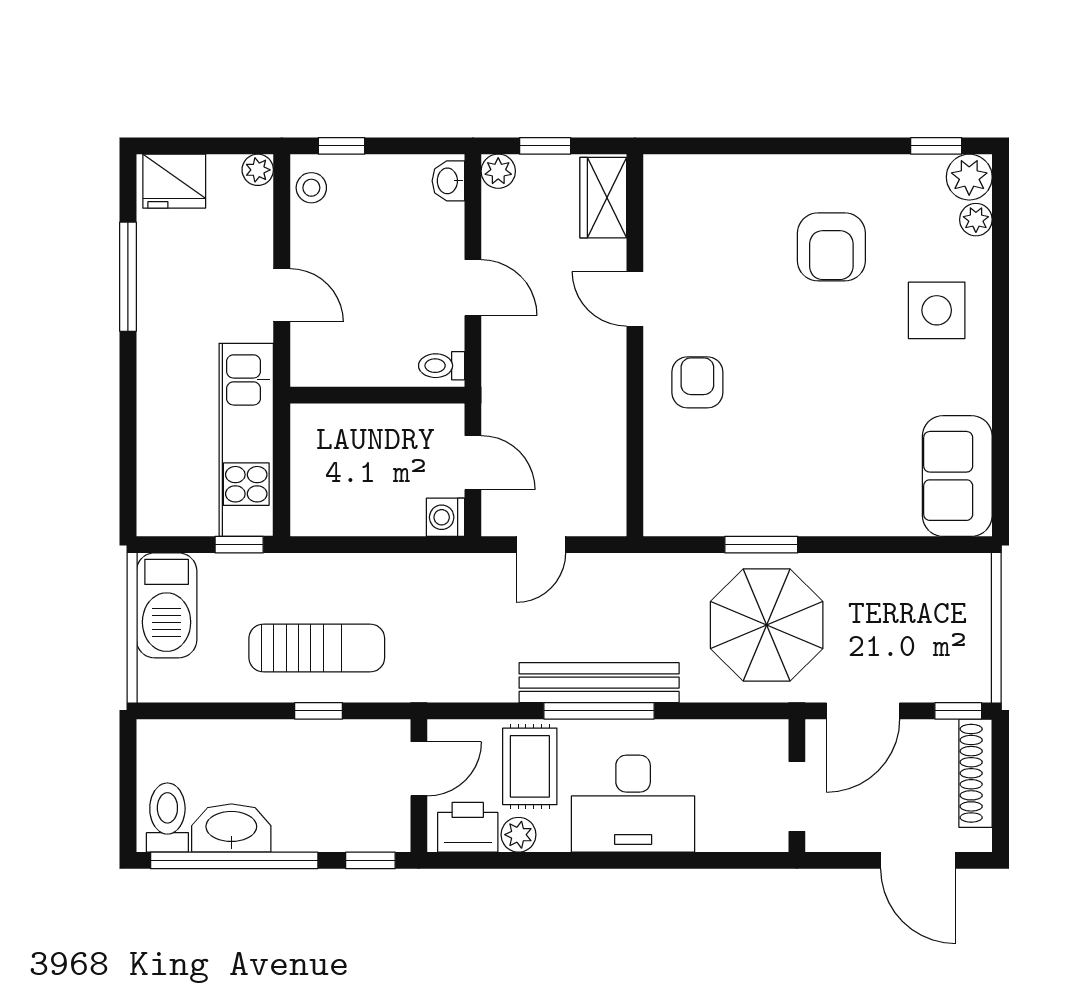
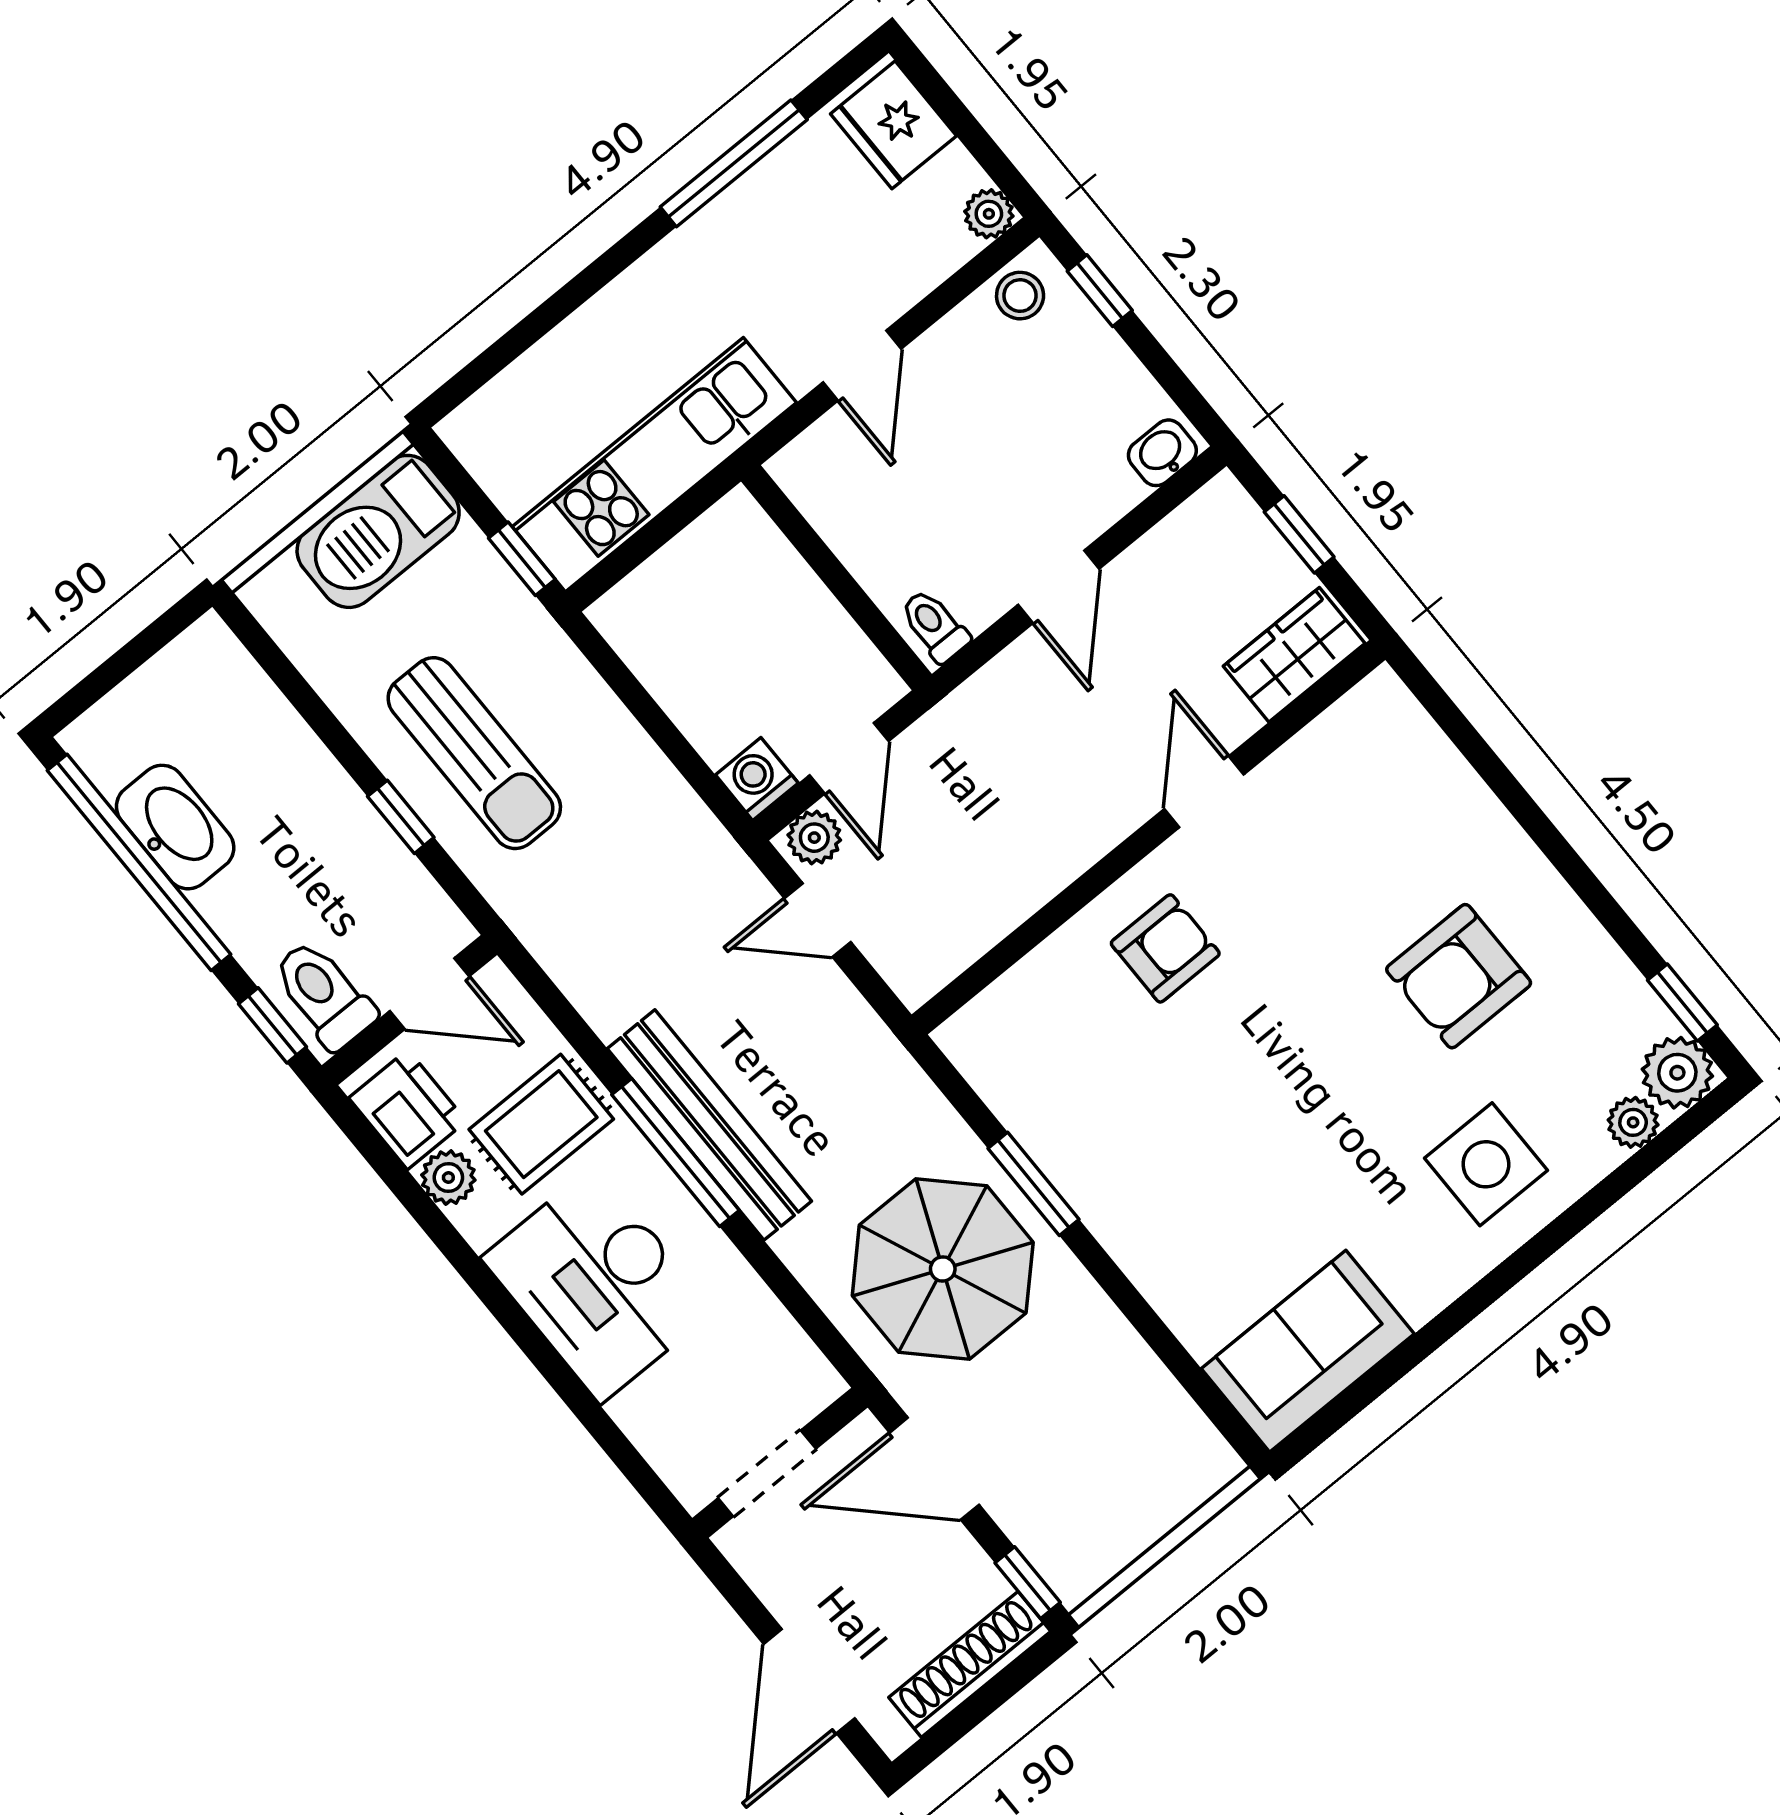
plant: (498, 171) -> (814, 838), moved
toilet: (167, 818) -> (324, 995), moved, turned -90

